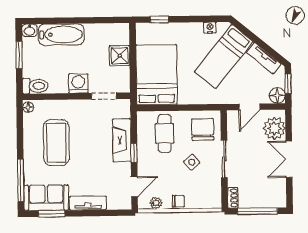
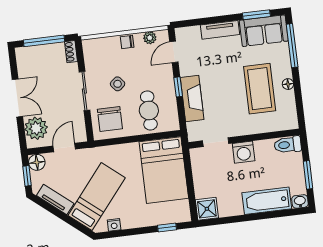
shower: (120, 56) -> (207, 209), moved
floor lamp: (28, 107) -> (288, 84), moved

